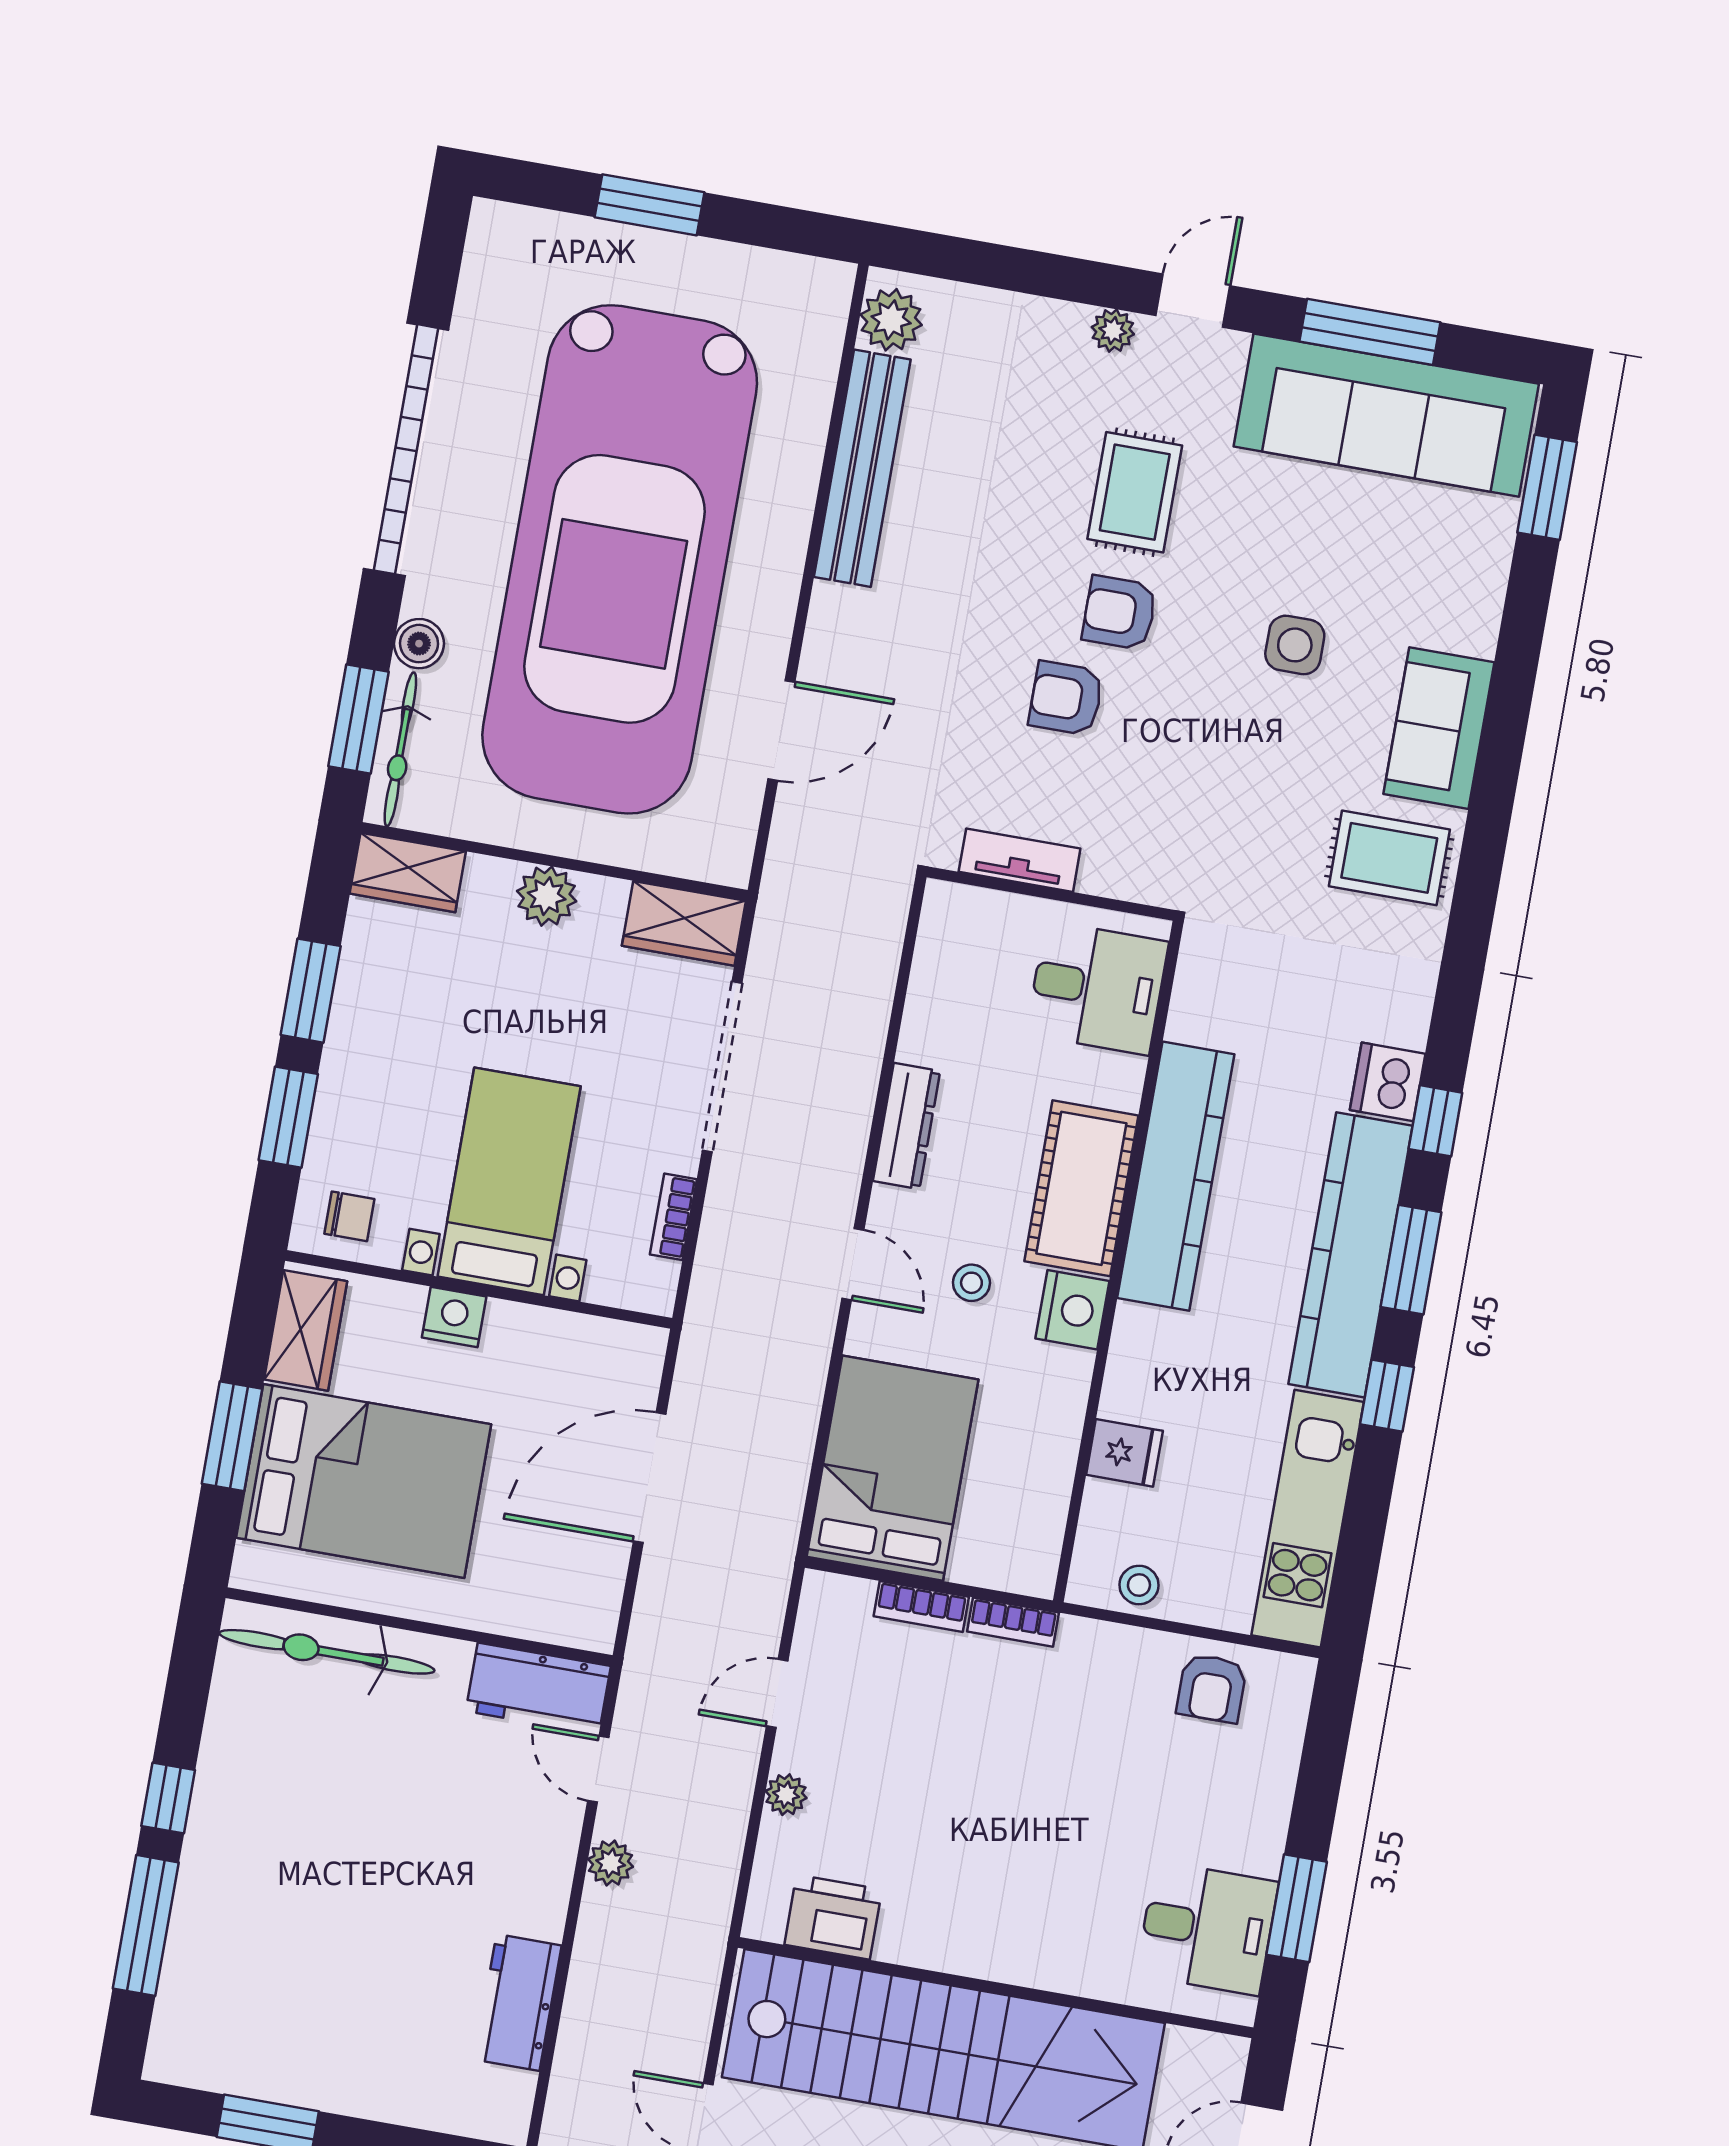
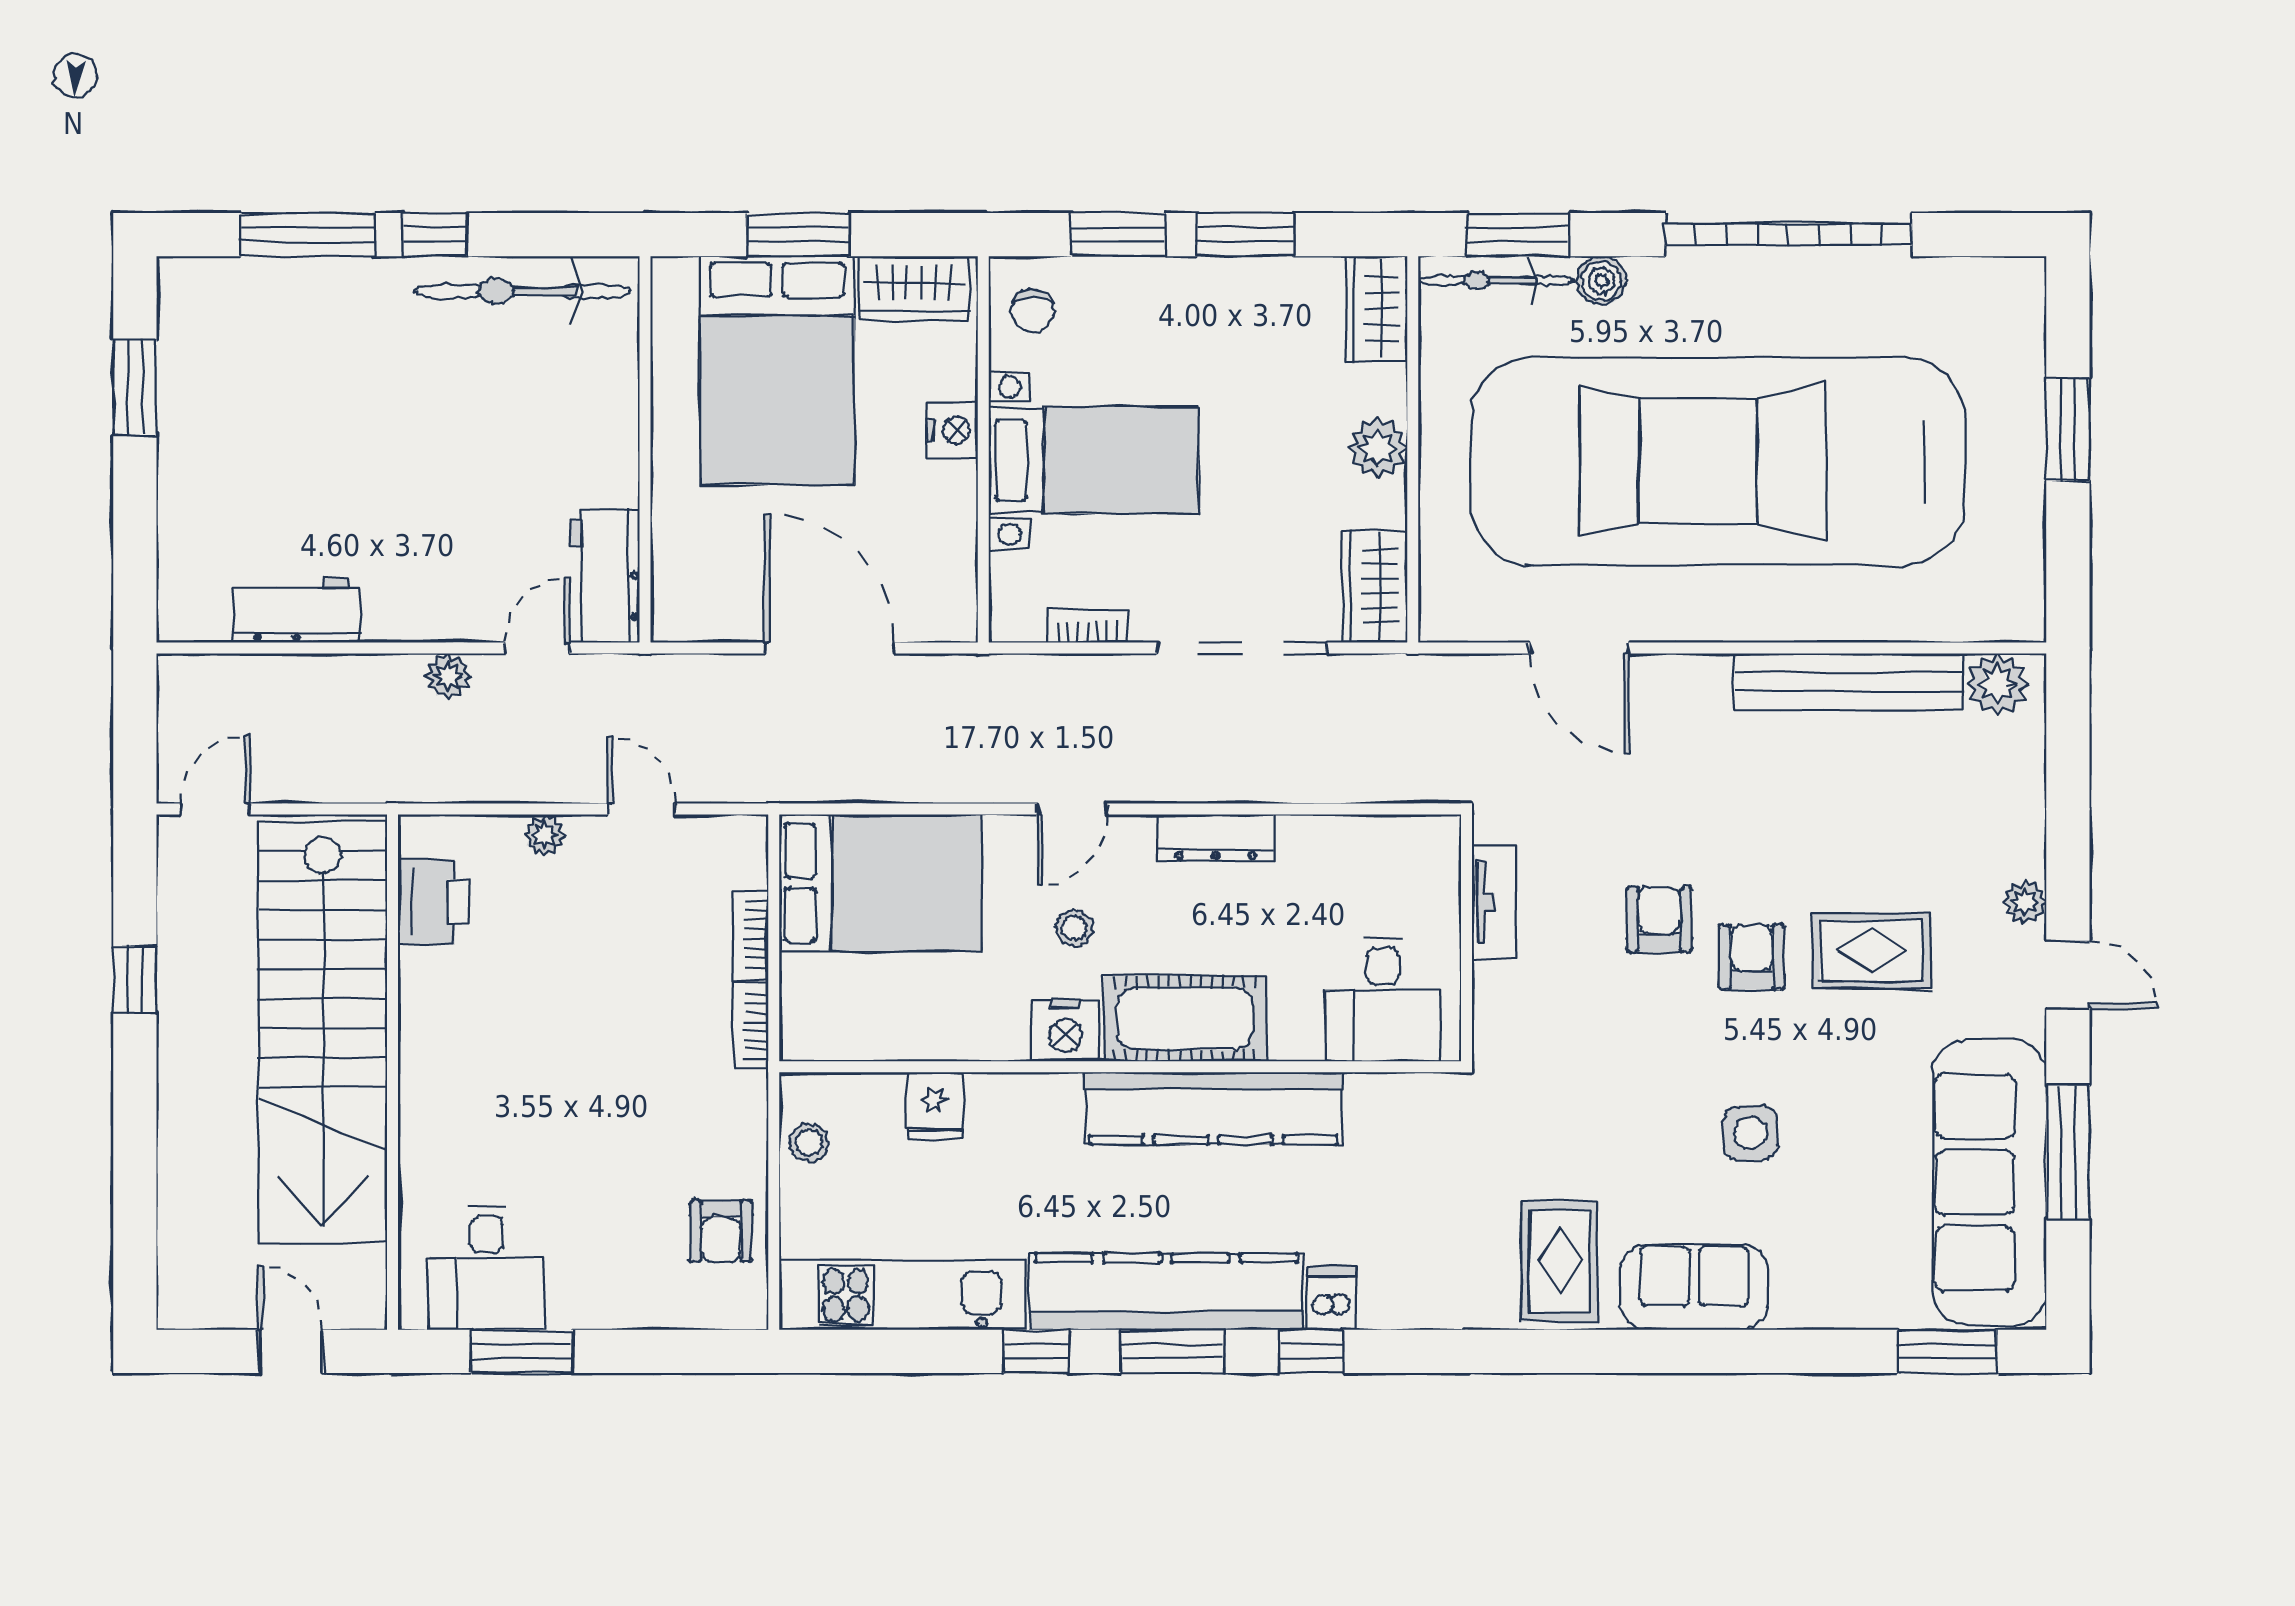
dishwasher: (1388, 1082) -> (1332, 1298), width x0.73
bicycle: (327, 1652) -> (522, 291), moved, turned -90
armchair: (1212, 1688) -> (721, 1231), turned -90

